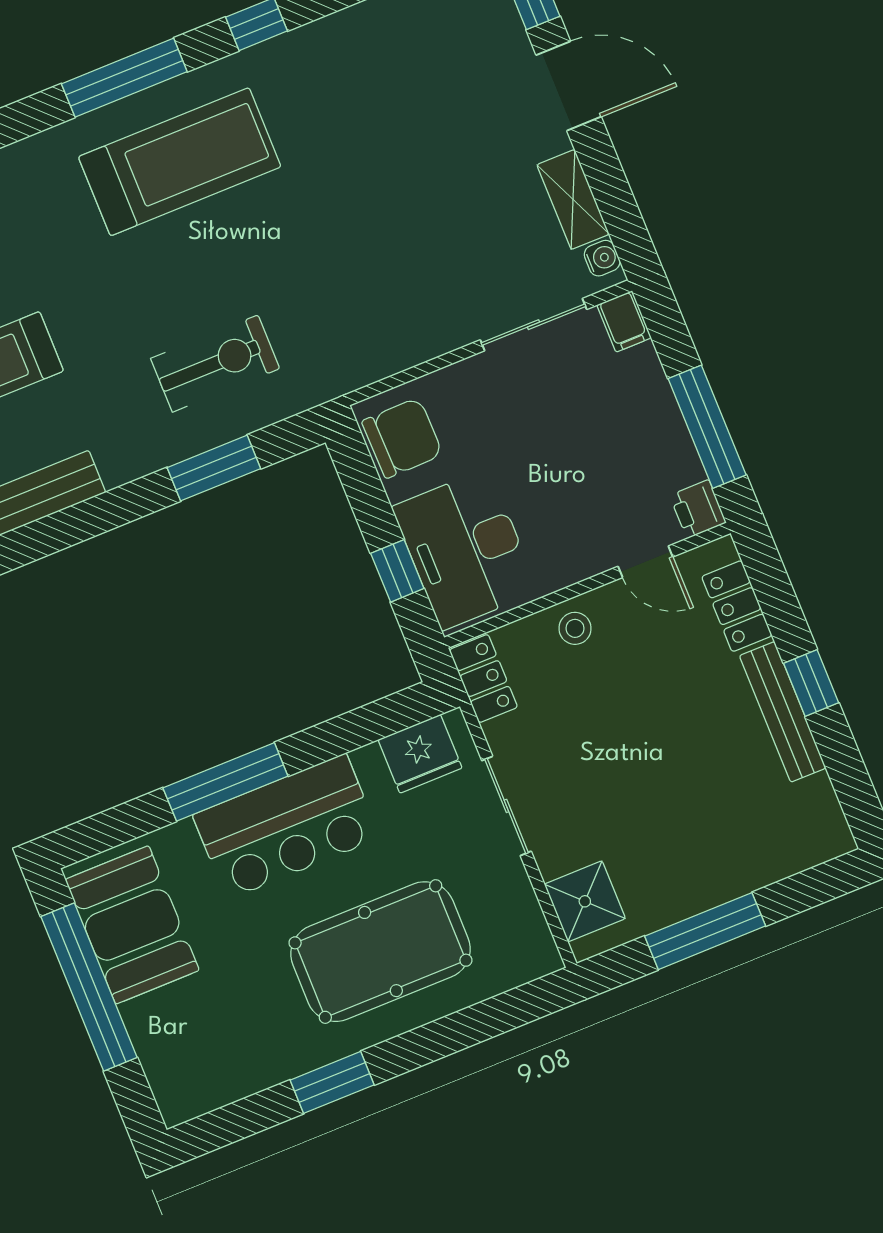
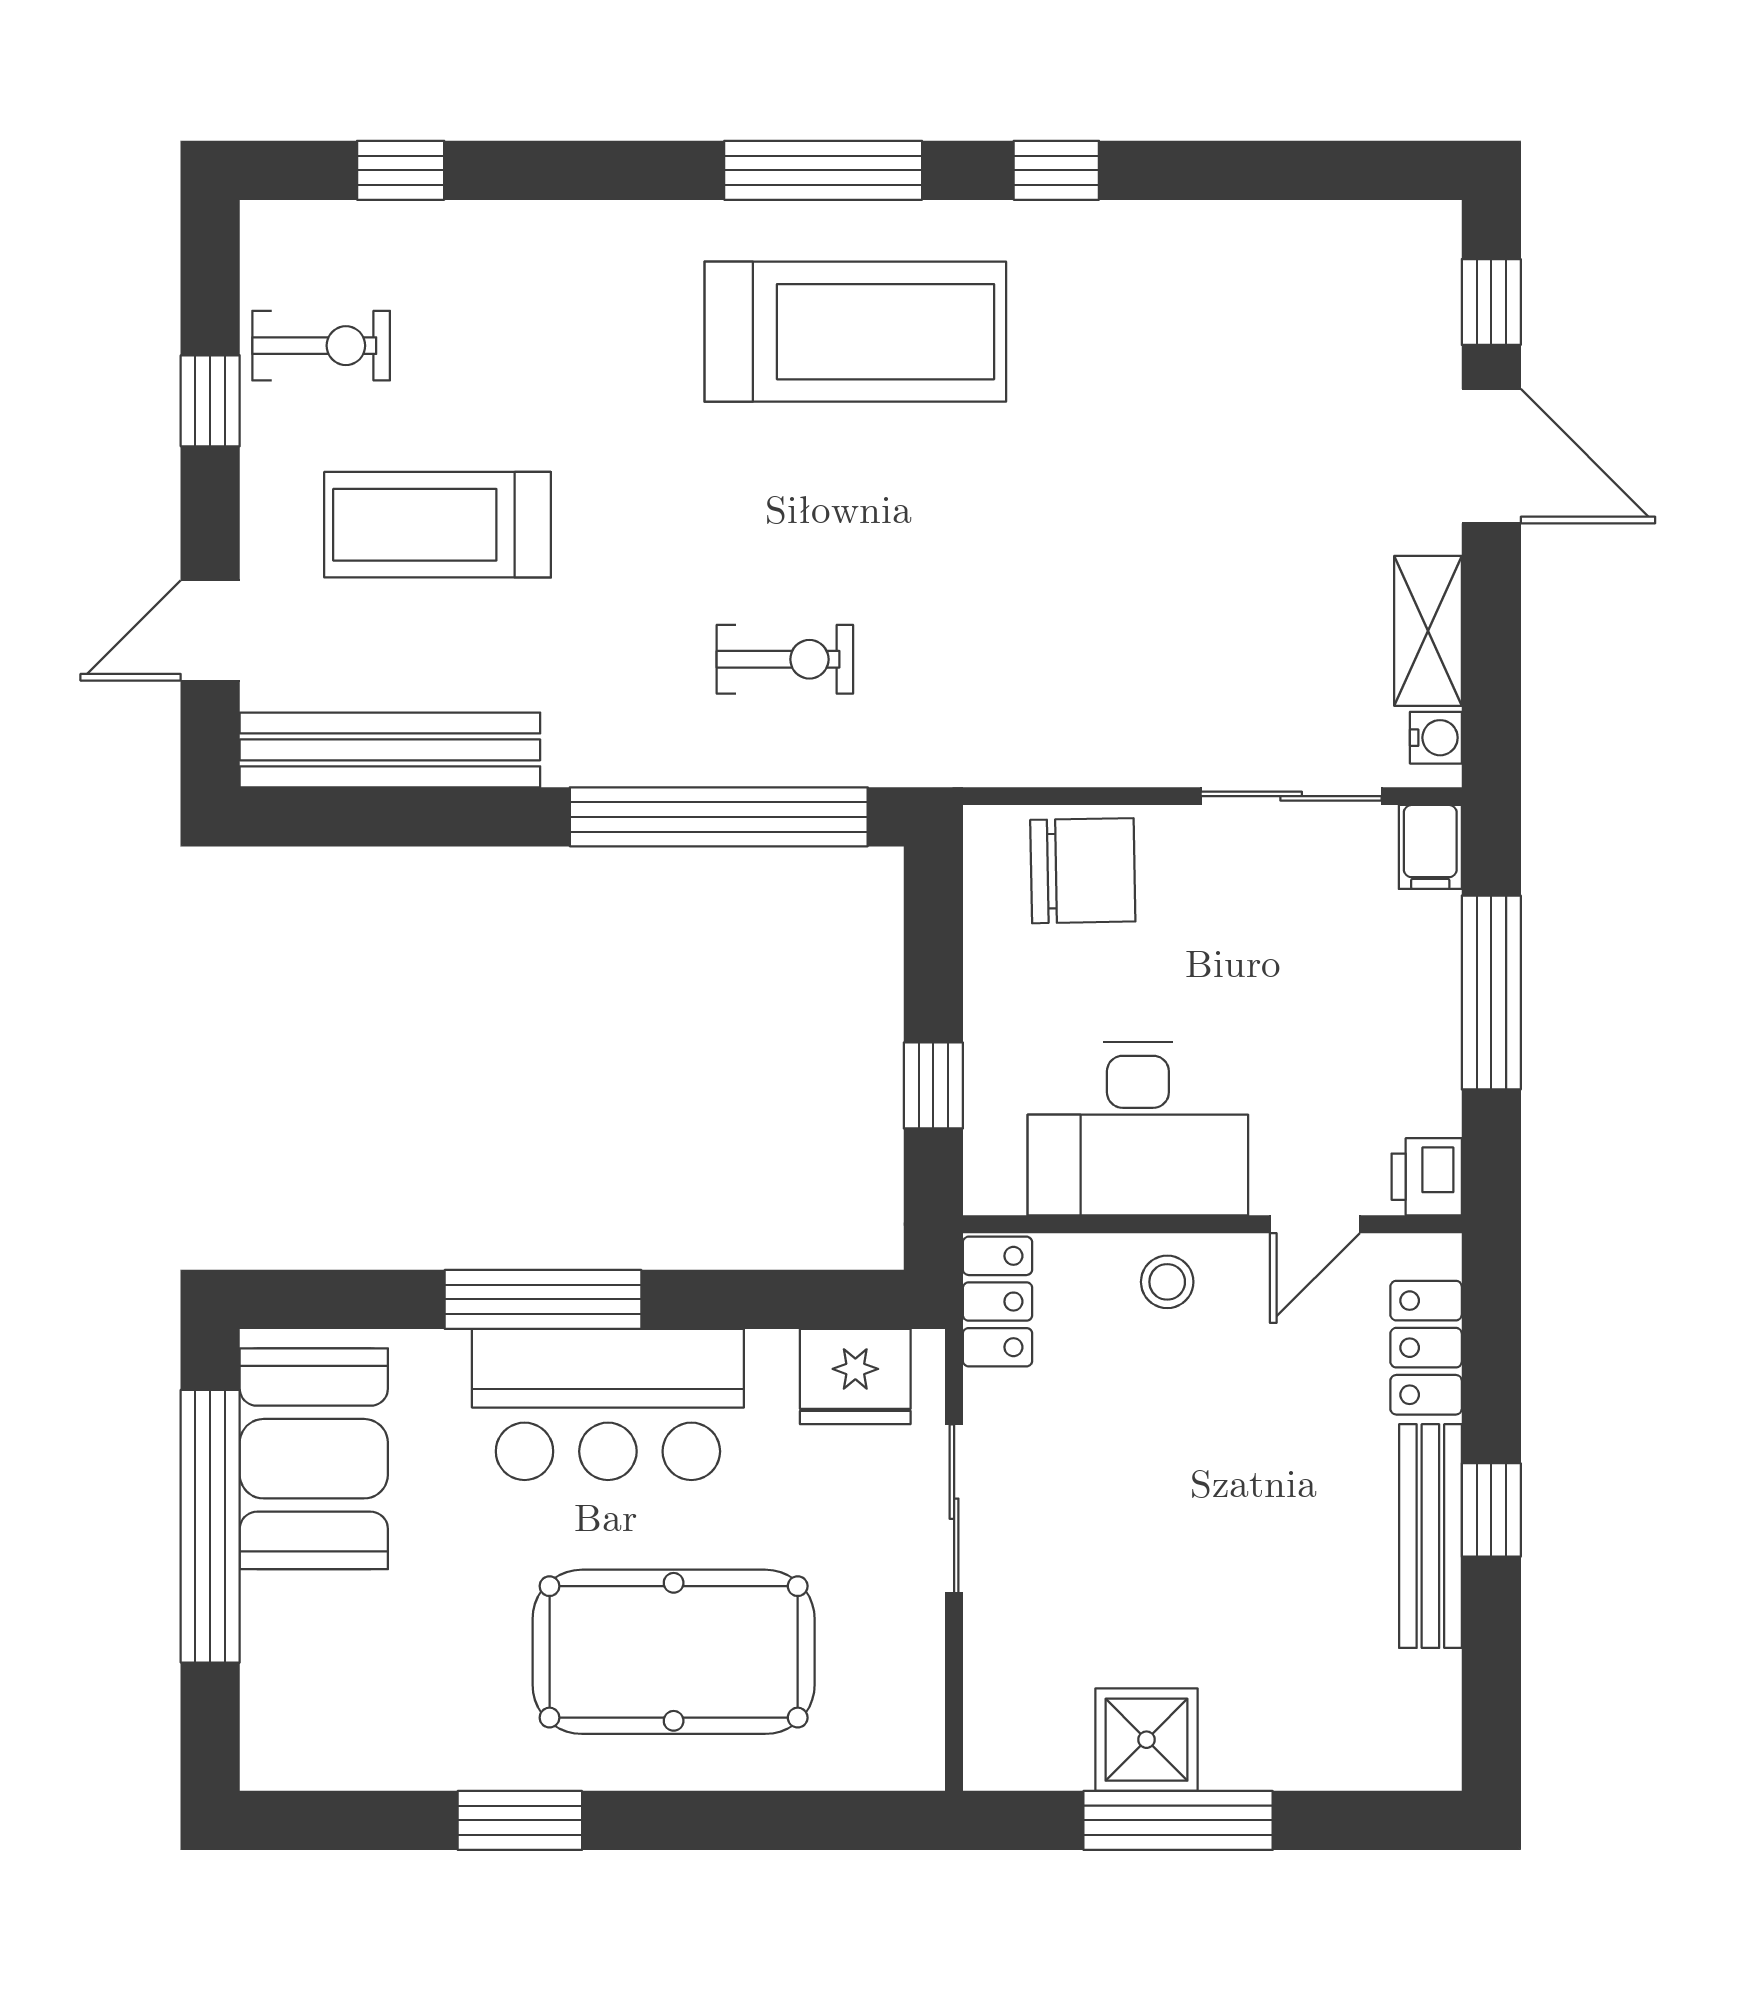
exercise bike: (215, 364) -> (785, 659), width x0.73, depth x0.72
window: (707, 427) -> (1491, 993), moved
chair: (402, 438) -> (1083, 871), moved
window: (214, 468) -> (719, 817), width x2.11
desk: (465, 549) -> (1138, 1129), moved, turned -90
door: (645, 562) -> (1315, 1224), hinge flipped
shower: (585, 901) -> (1147, 1740), moved

